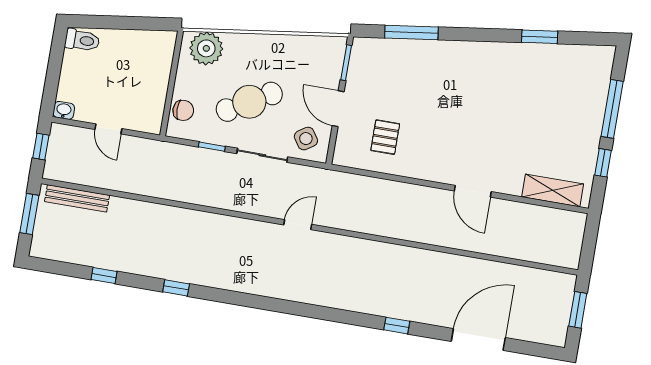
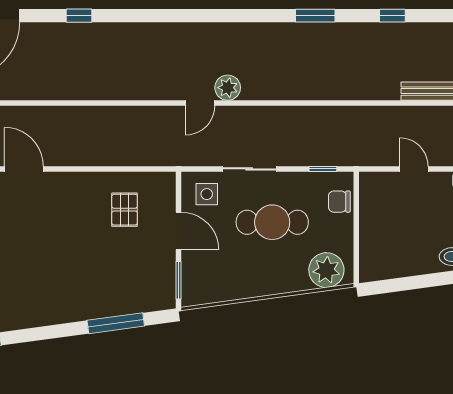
cafe table: (249, 102) -> (272, 222), turned 30
side table: (306, 139) -> (207, 194), turned 34
window: (212, 147) -> (323, 169), moved
plant: (269, 235) -> (228, 88), added
window: (176, 288) -> (315, 16), width x1.50

